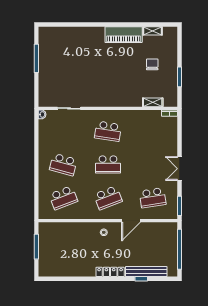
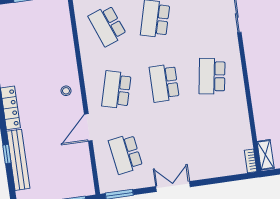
shelving: (153, 102) -> (266, 155), moved
school desk: (108, 198) -> (116, 90), turned 36
door: (131, 221) -> (88, 127), hinge flipped

